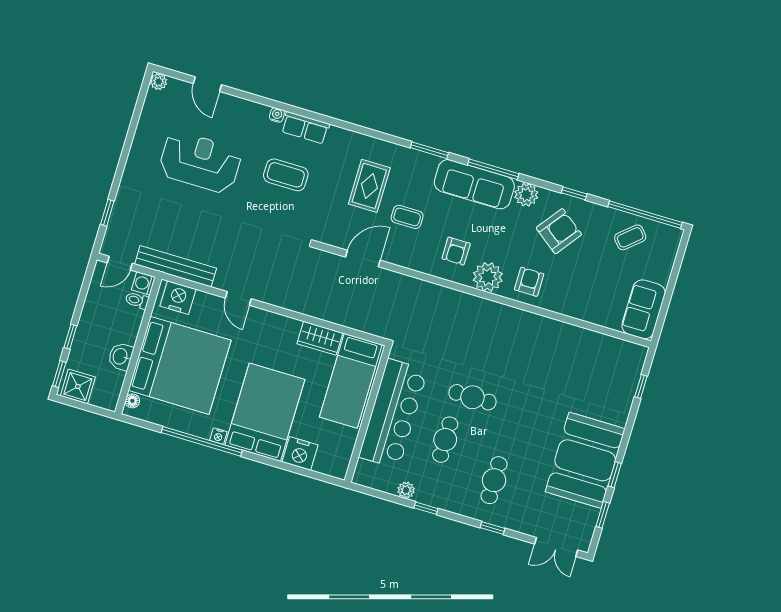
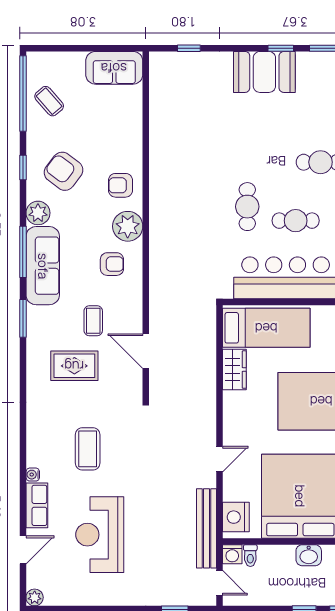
row of seats: (305, 128) -> (37, 505), moved
booth: (585, 460) -> (264, 72), width x0.73, depth x0.70

